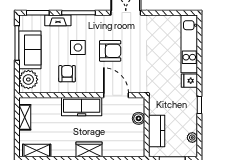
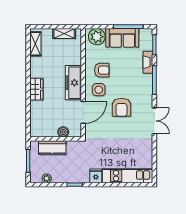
side table: (78, 48) -> (99, 90), moved

